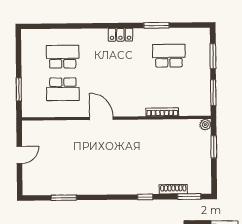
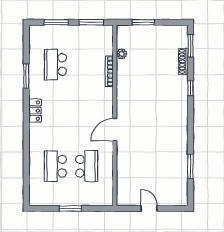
window: (19, 89) -> (70, 208), moved
plant: (205, 125) -> (122, 54), moved

